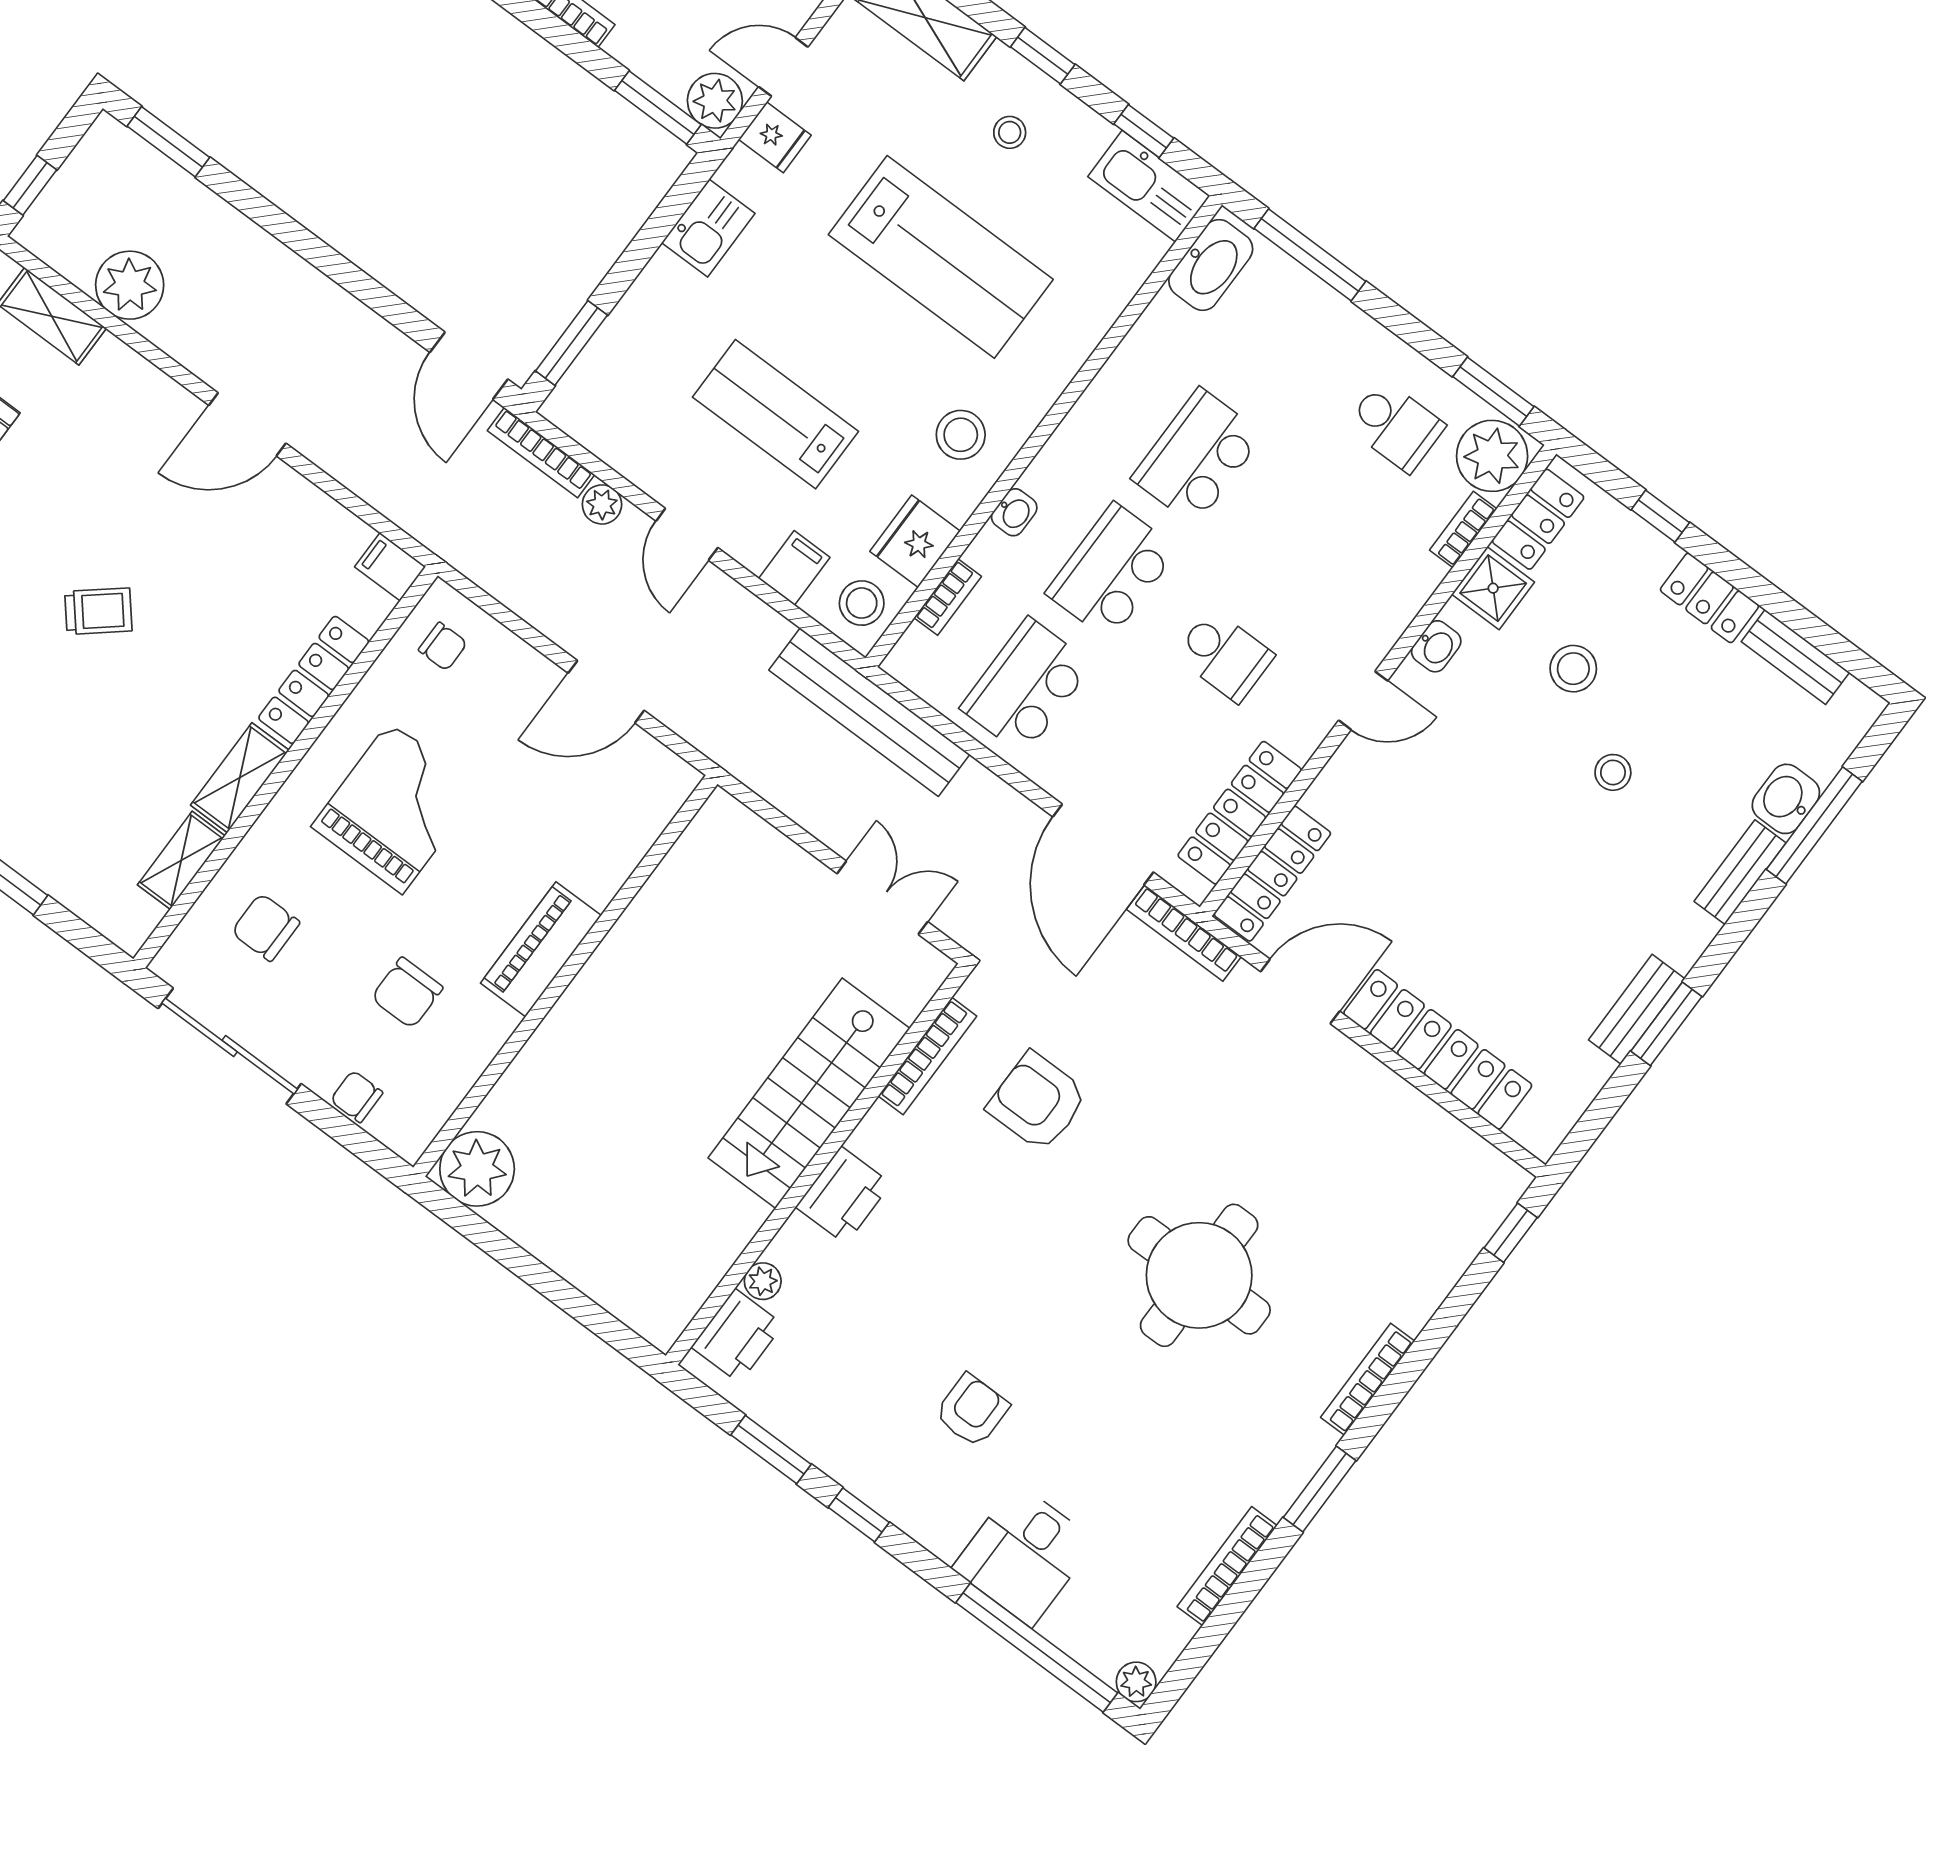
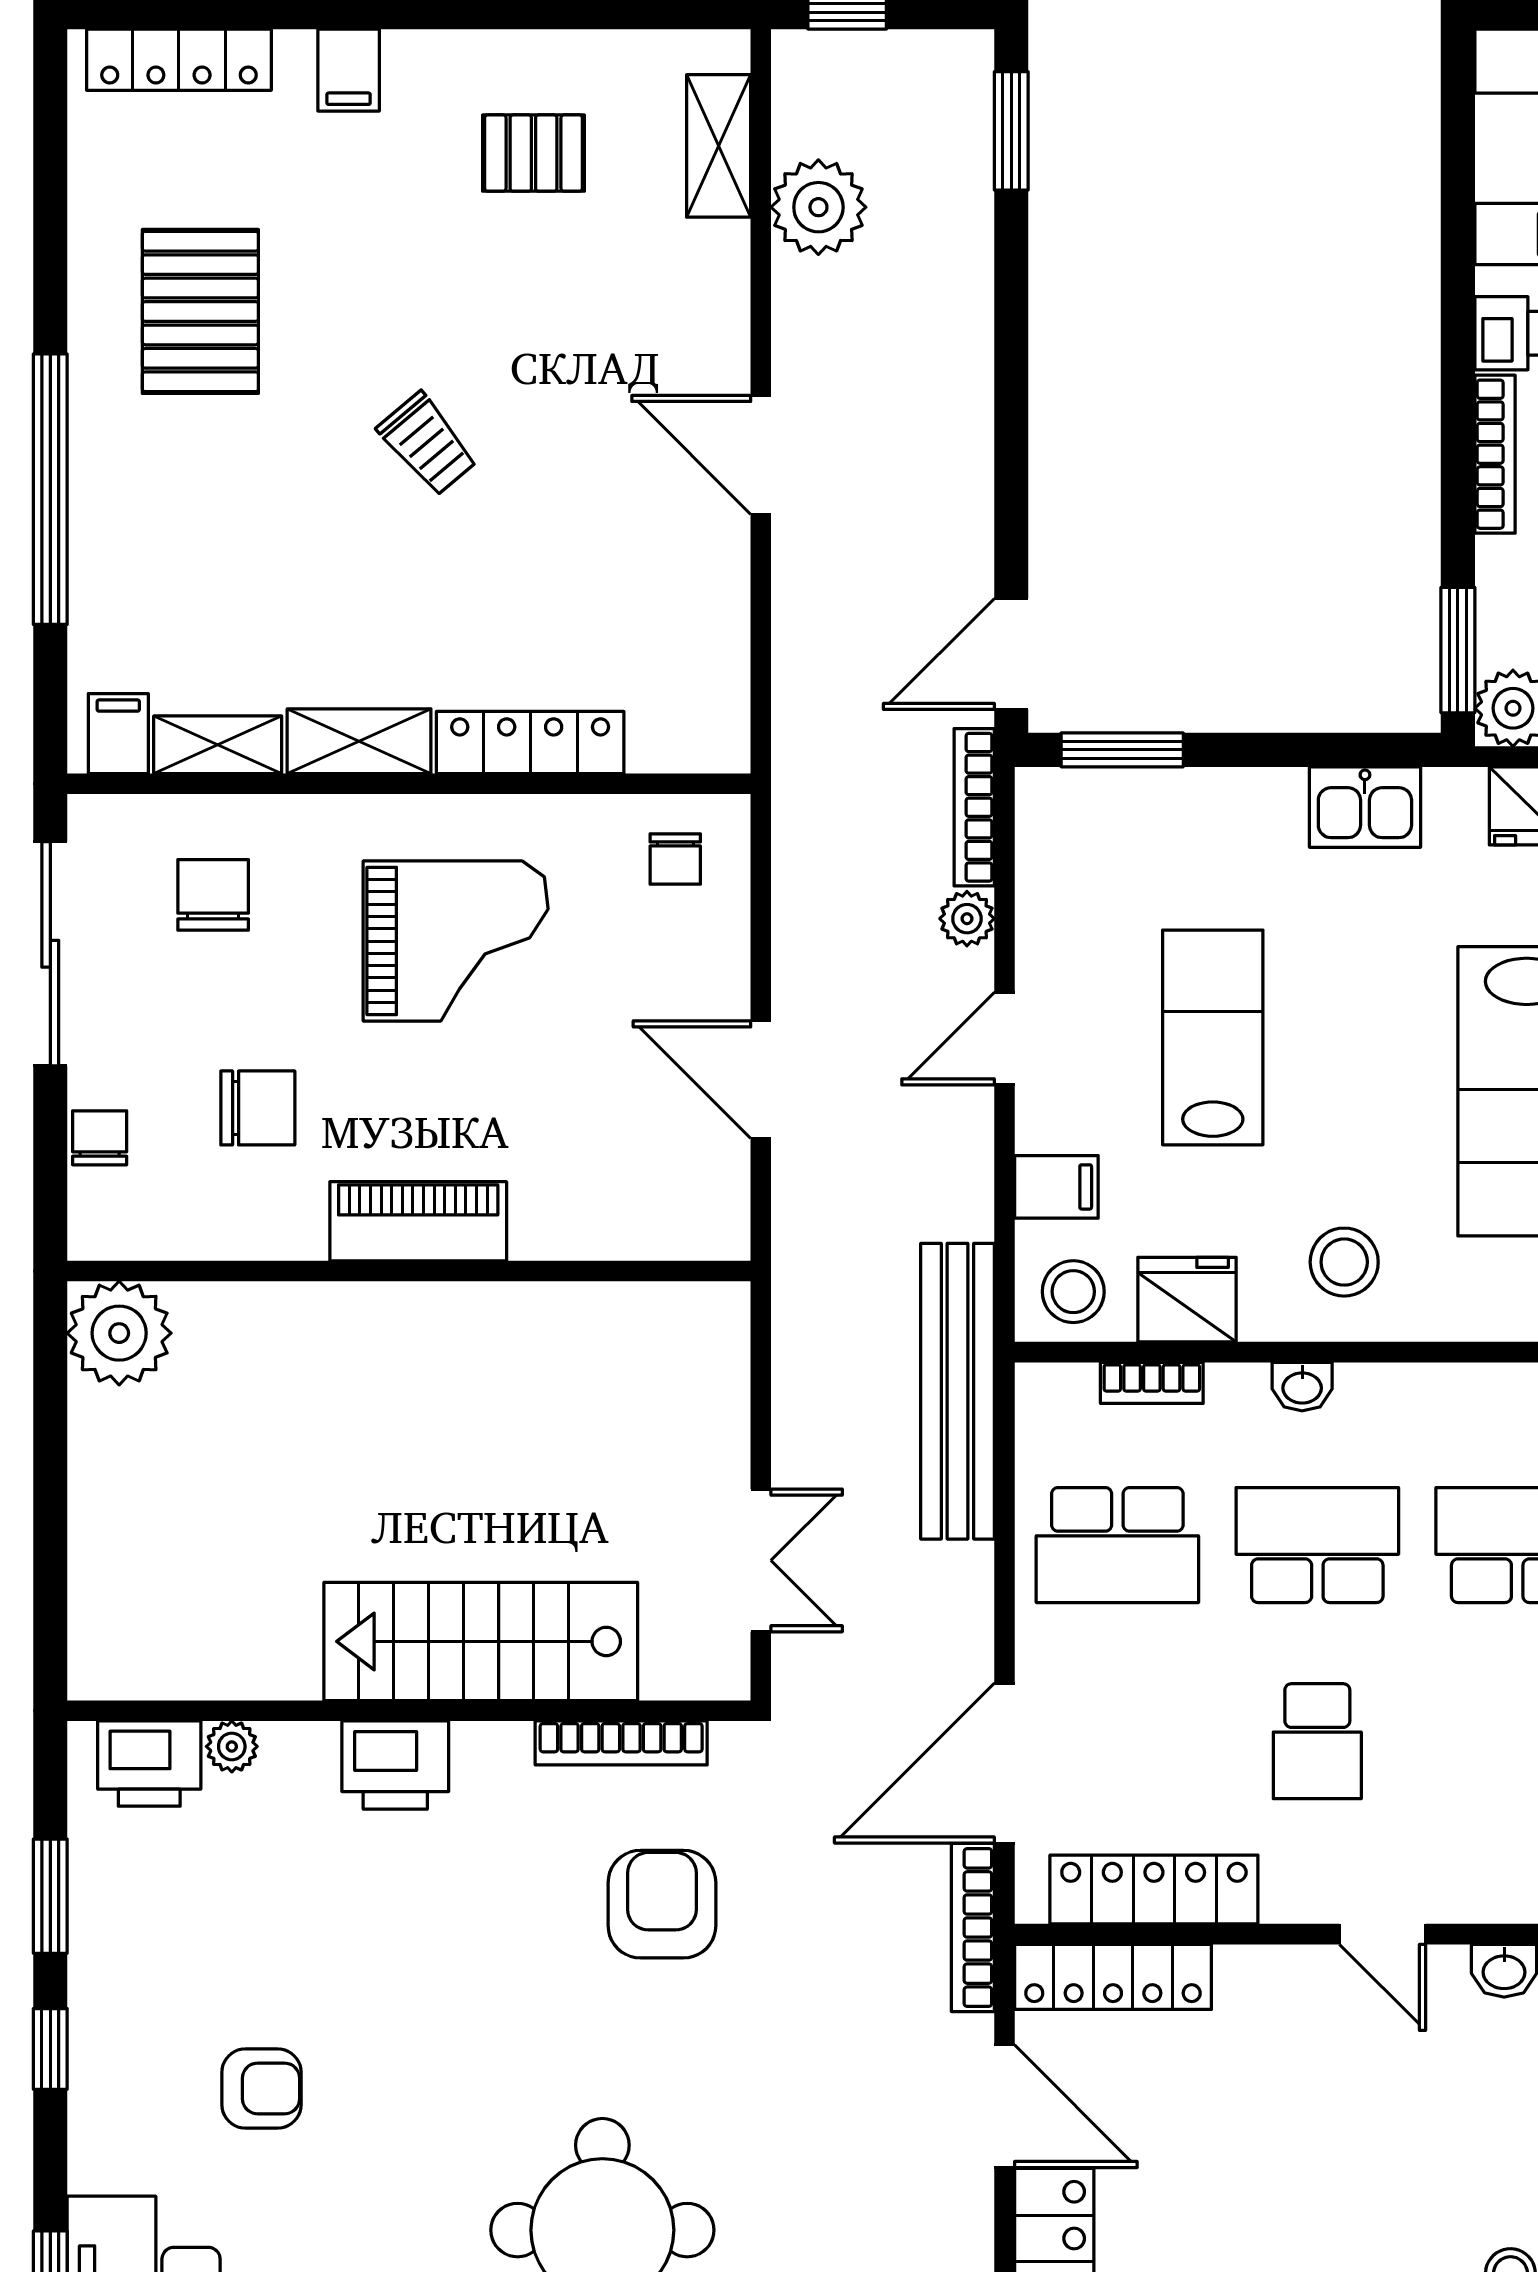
filing cabinet: (390, 567) -> (118, 734), moved
school desk: (1026, 686) -> (1117, 1545), turned 180
chair: (407, 993) -> (258, 1108), turned 180

